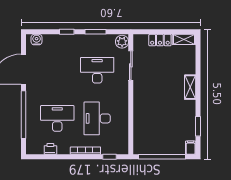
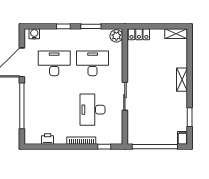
locker: (160, 40) -> (139, 34), moved
sliding door: (131, 65) -> (125, 96), moved
desk: (57, 118) -> (54, 63), moved

